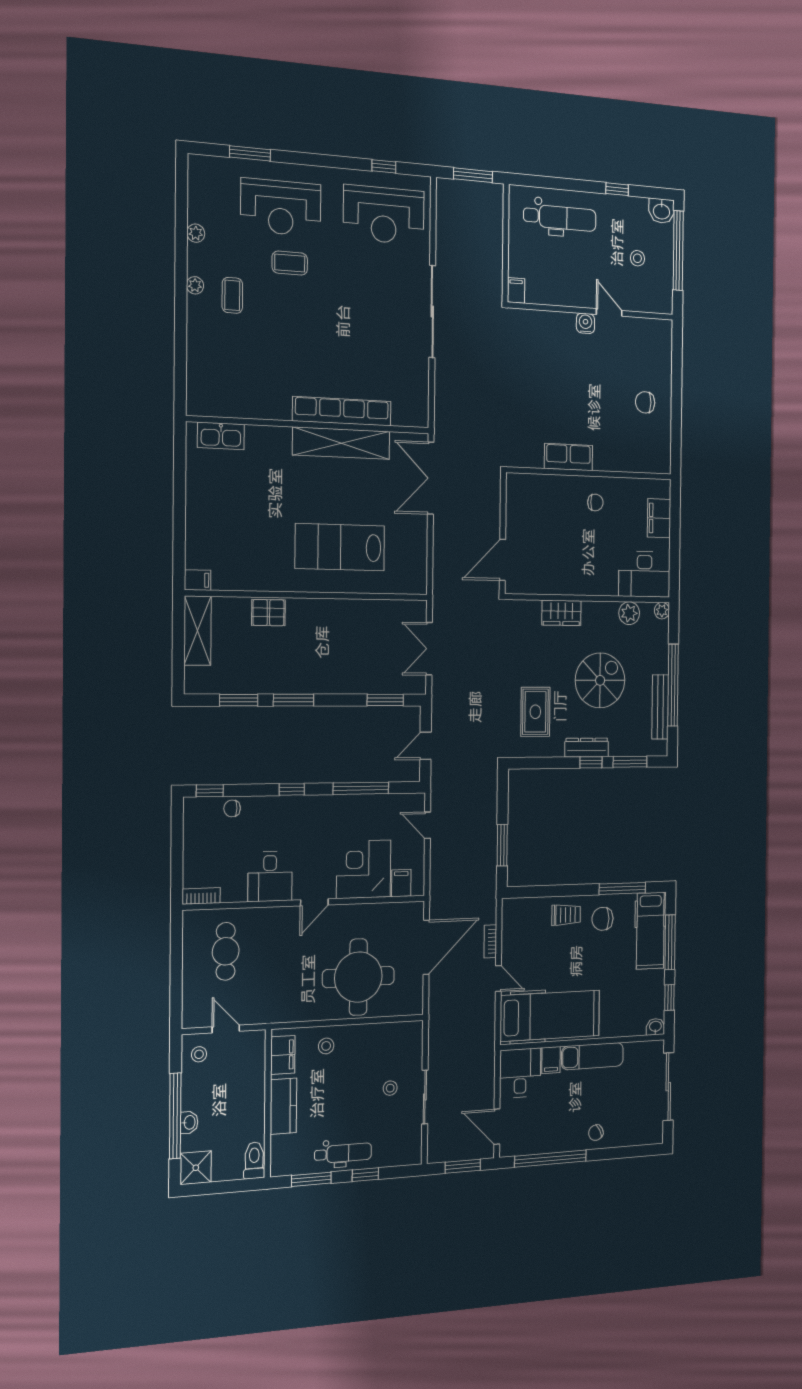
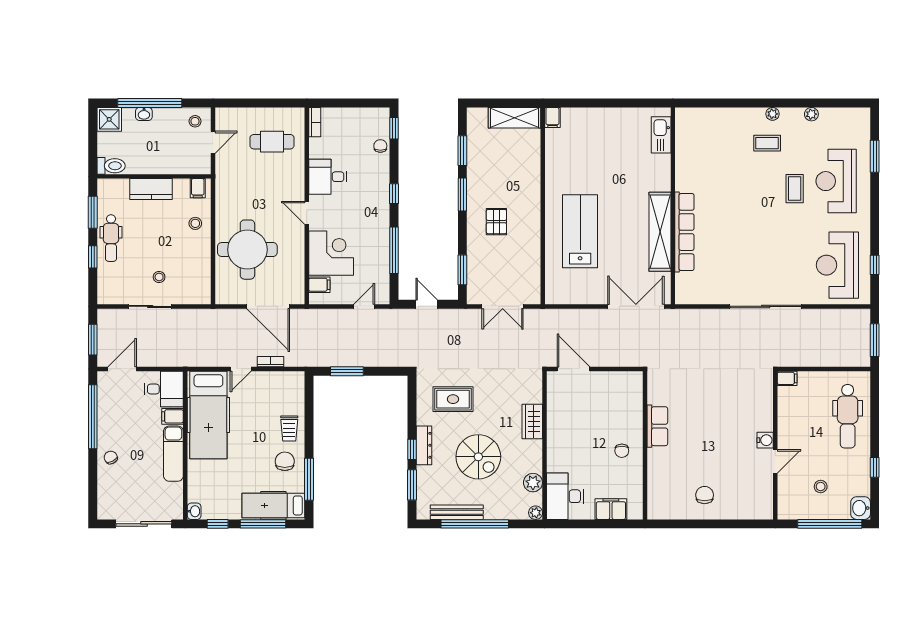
pallet: (268, 613) -> (496, 222), moved
double door: (429, 649) -> (503, 306), swing flipped
filing cabinet: (283, 1055) -> (198, 188), width x0.50

